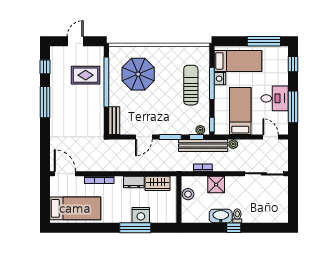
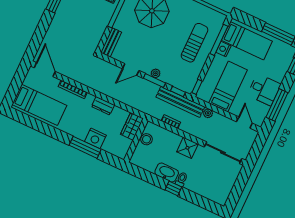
window: (212, 83) -> (219, 40), moved
plant: (200, 130) -> (156, 73), moved
wardrobe: (157, 183) -> (132, 126), moved, turned 90
shower: (216, 184) -> (187, 148), moved

